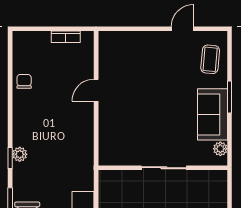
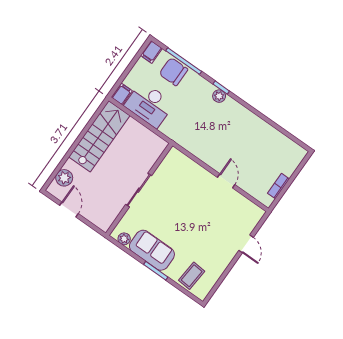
door: (183, 29) -> (246, 244), moved
coffee table: (210, 59) -> (192, 276), turned 90
chair: (24, 81) -> (268, 135), removed

